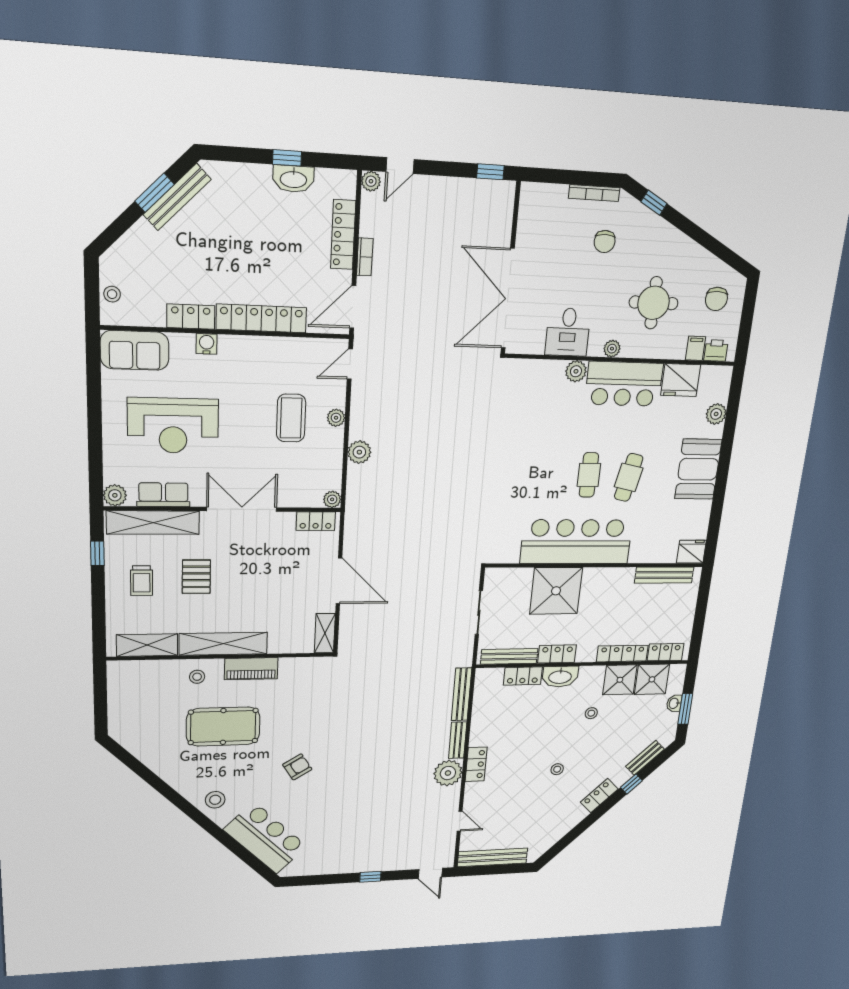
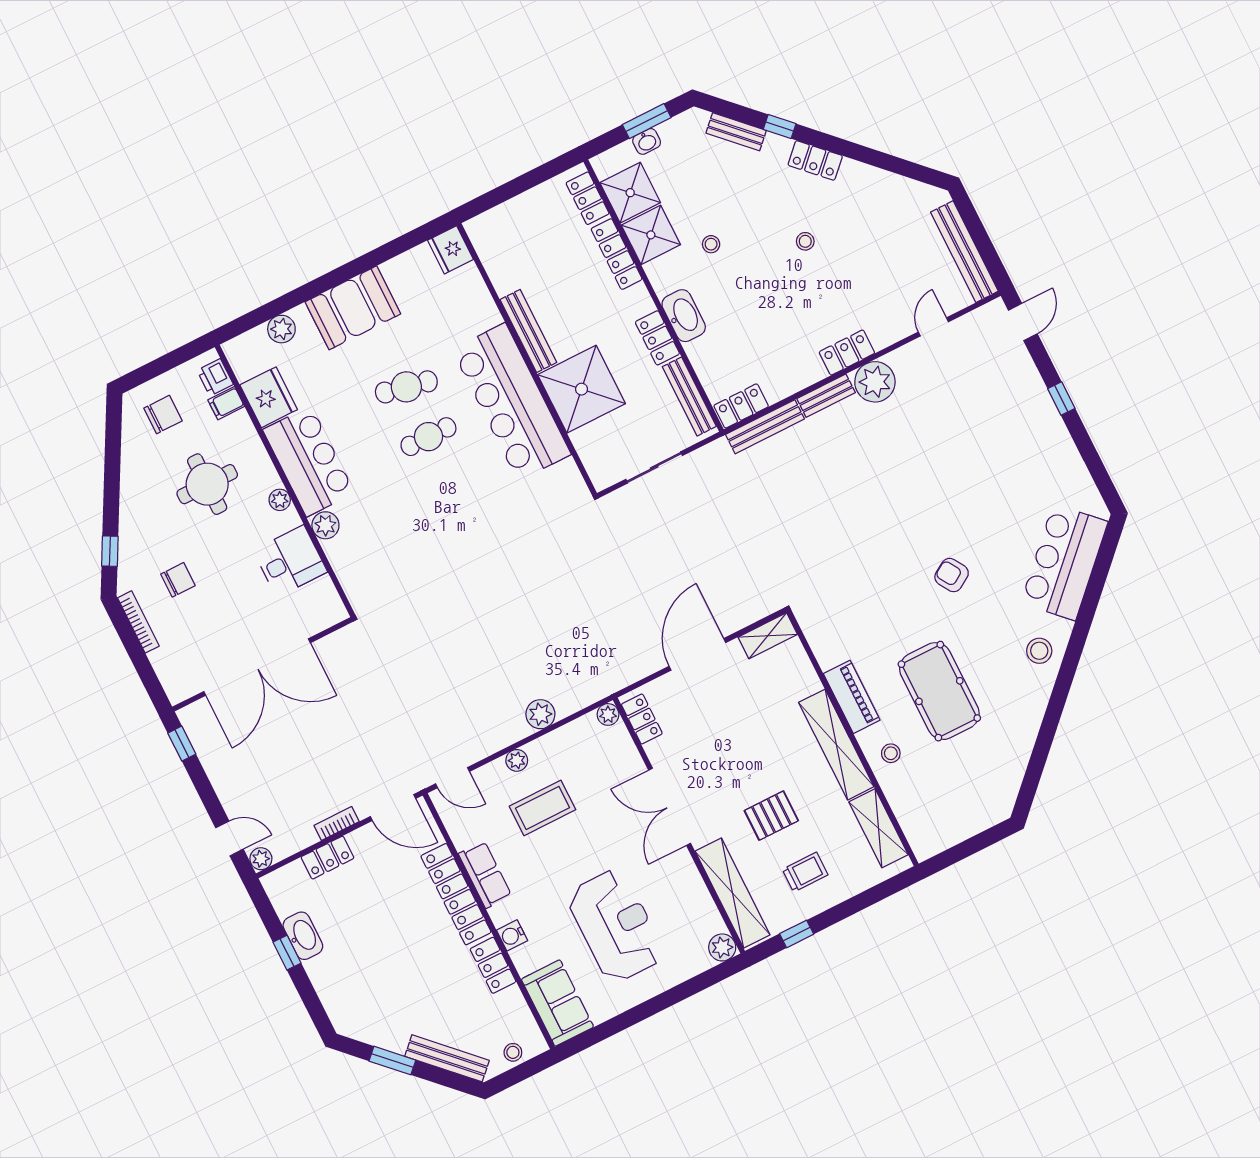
bench: (177, 197) -> (447, 1058), moved
locker: (343, 235) -> (328, 858), width x0.66
double door: (508, 299) -> (257, 667), moved
row of seats: (163, 495) -> (485, 875), moved, turned 180
bench: (664, 575) -> (528, 331), moved
locker: (523, 676) -> (741, 406), moved, turned -90

